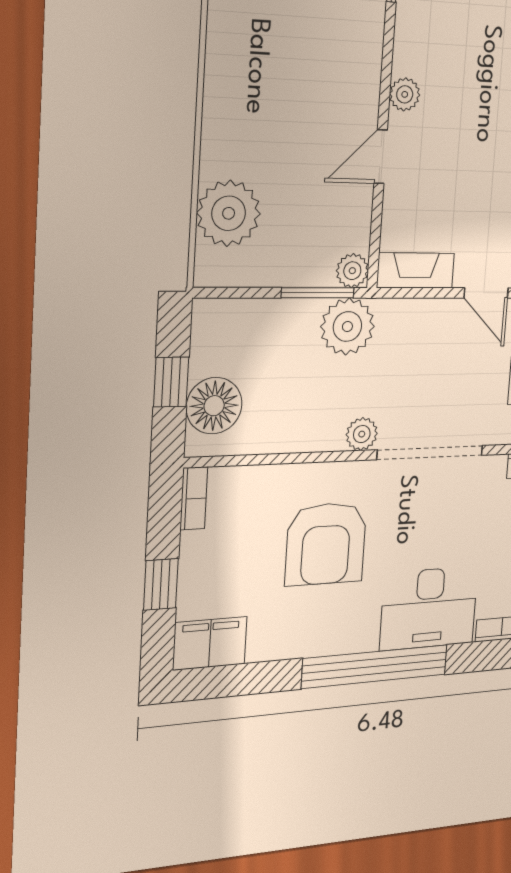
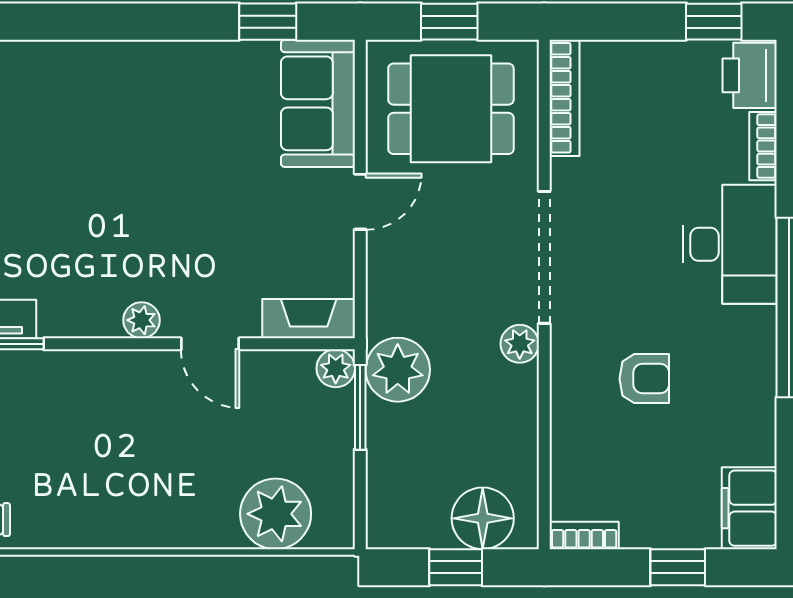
fireplace: (416, 271) -> (309, 319), moved, turned 90
armchair: (326, 544) -> (644, 379), width x0.53, depth x0.53

